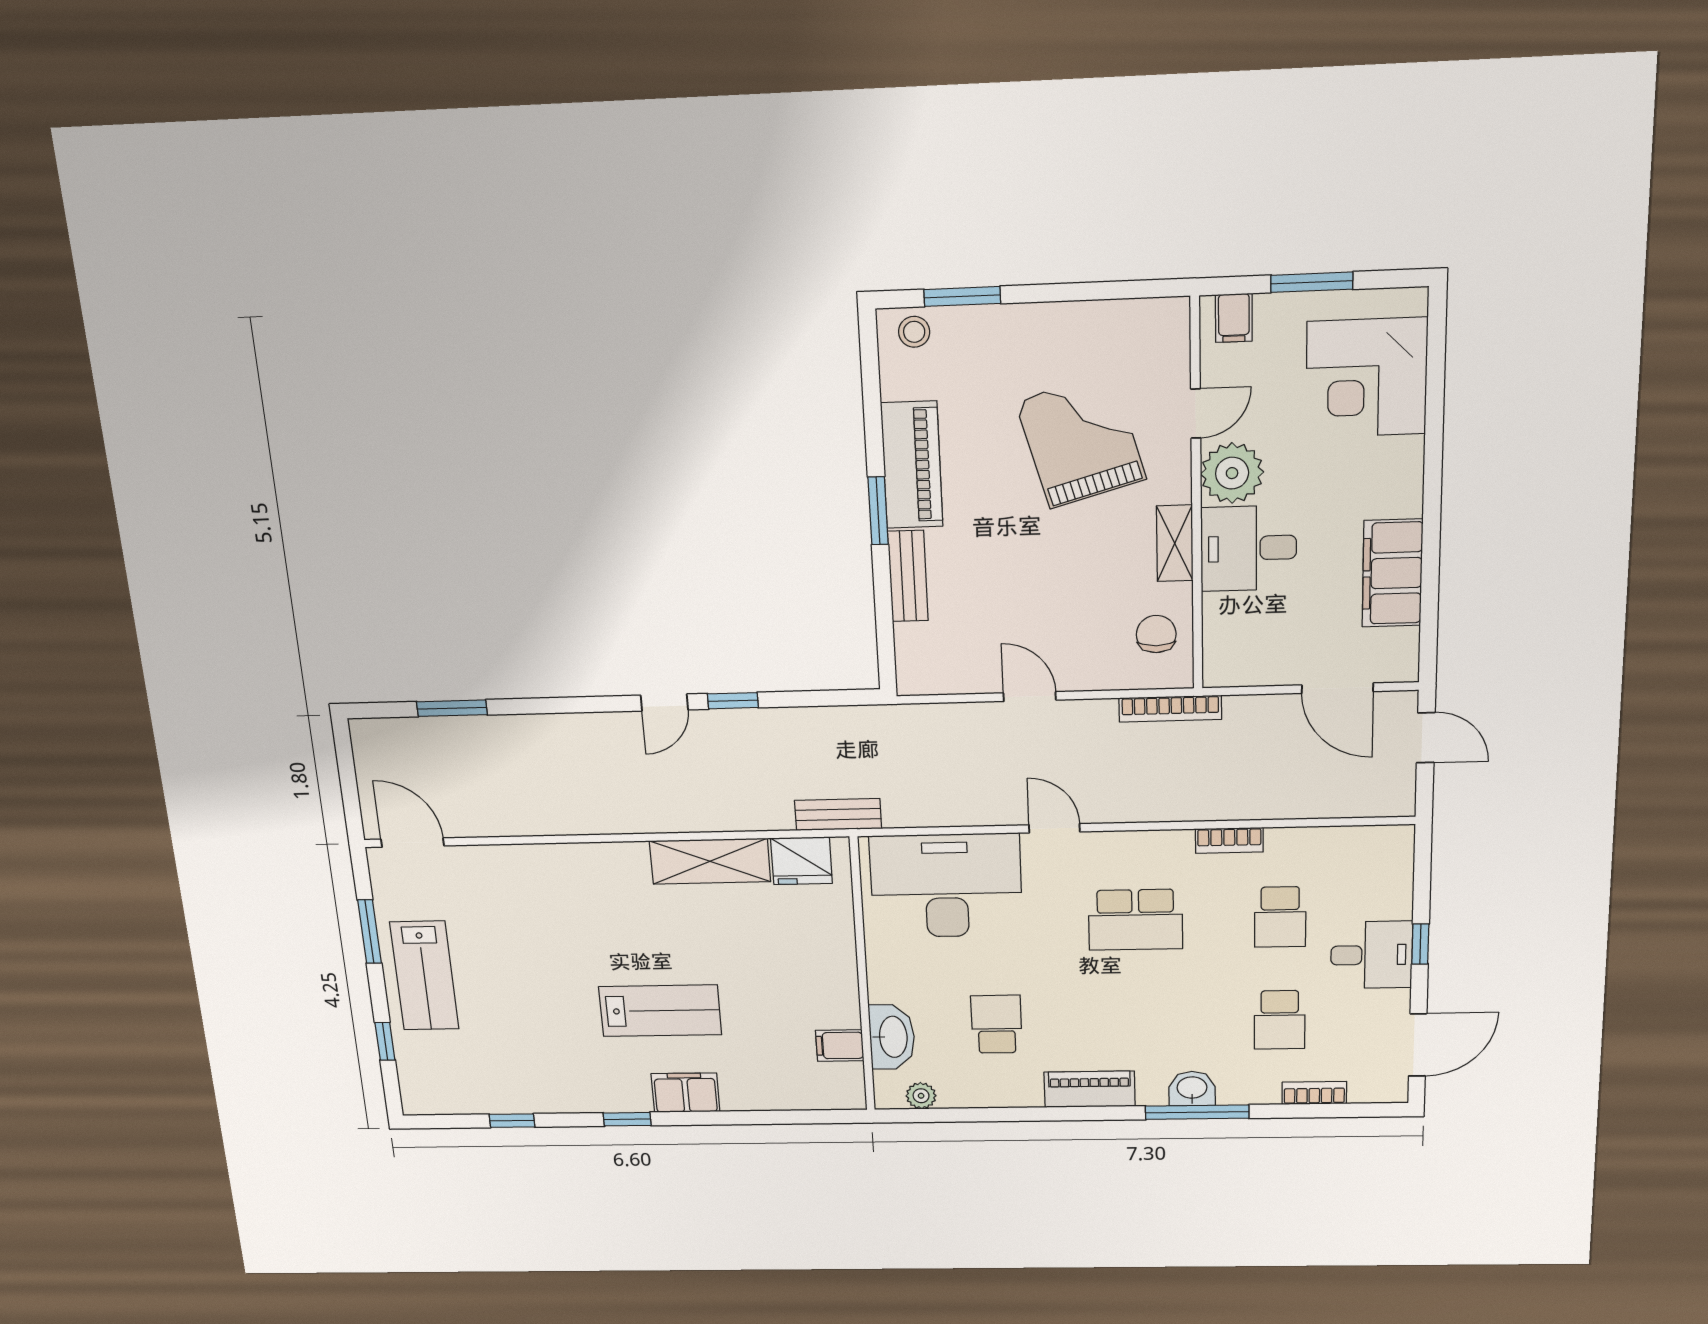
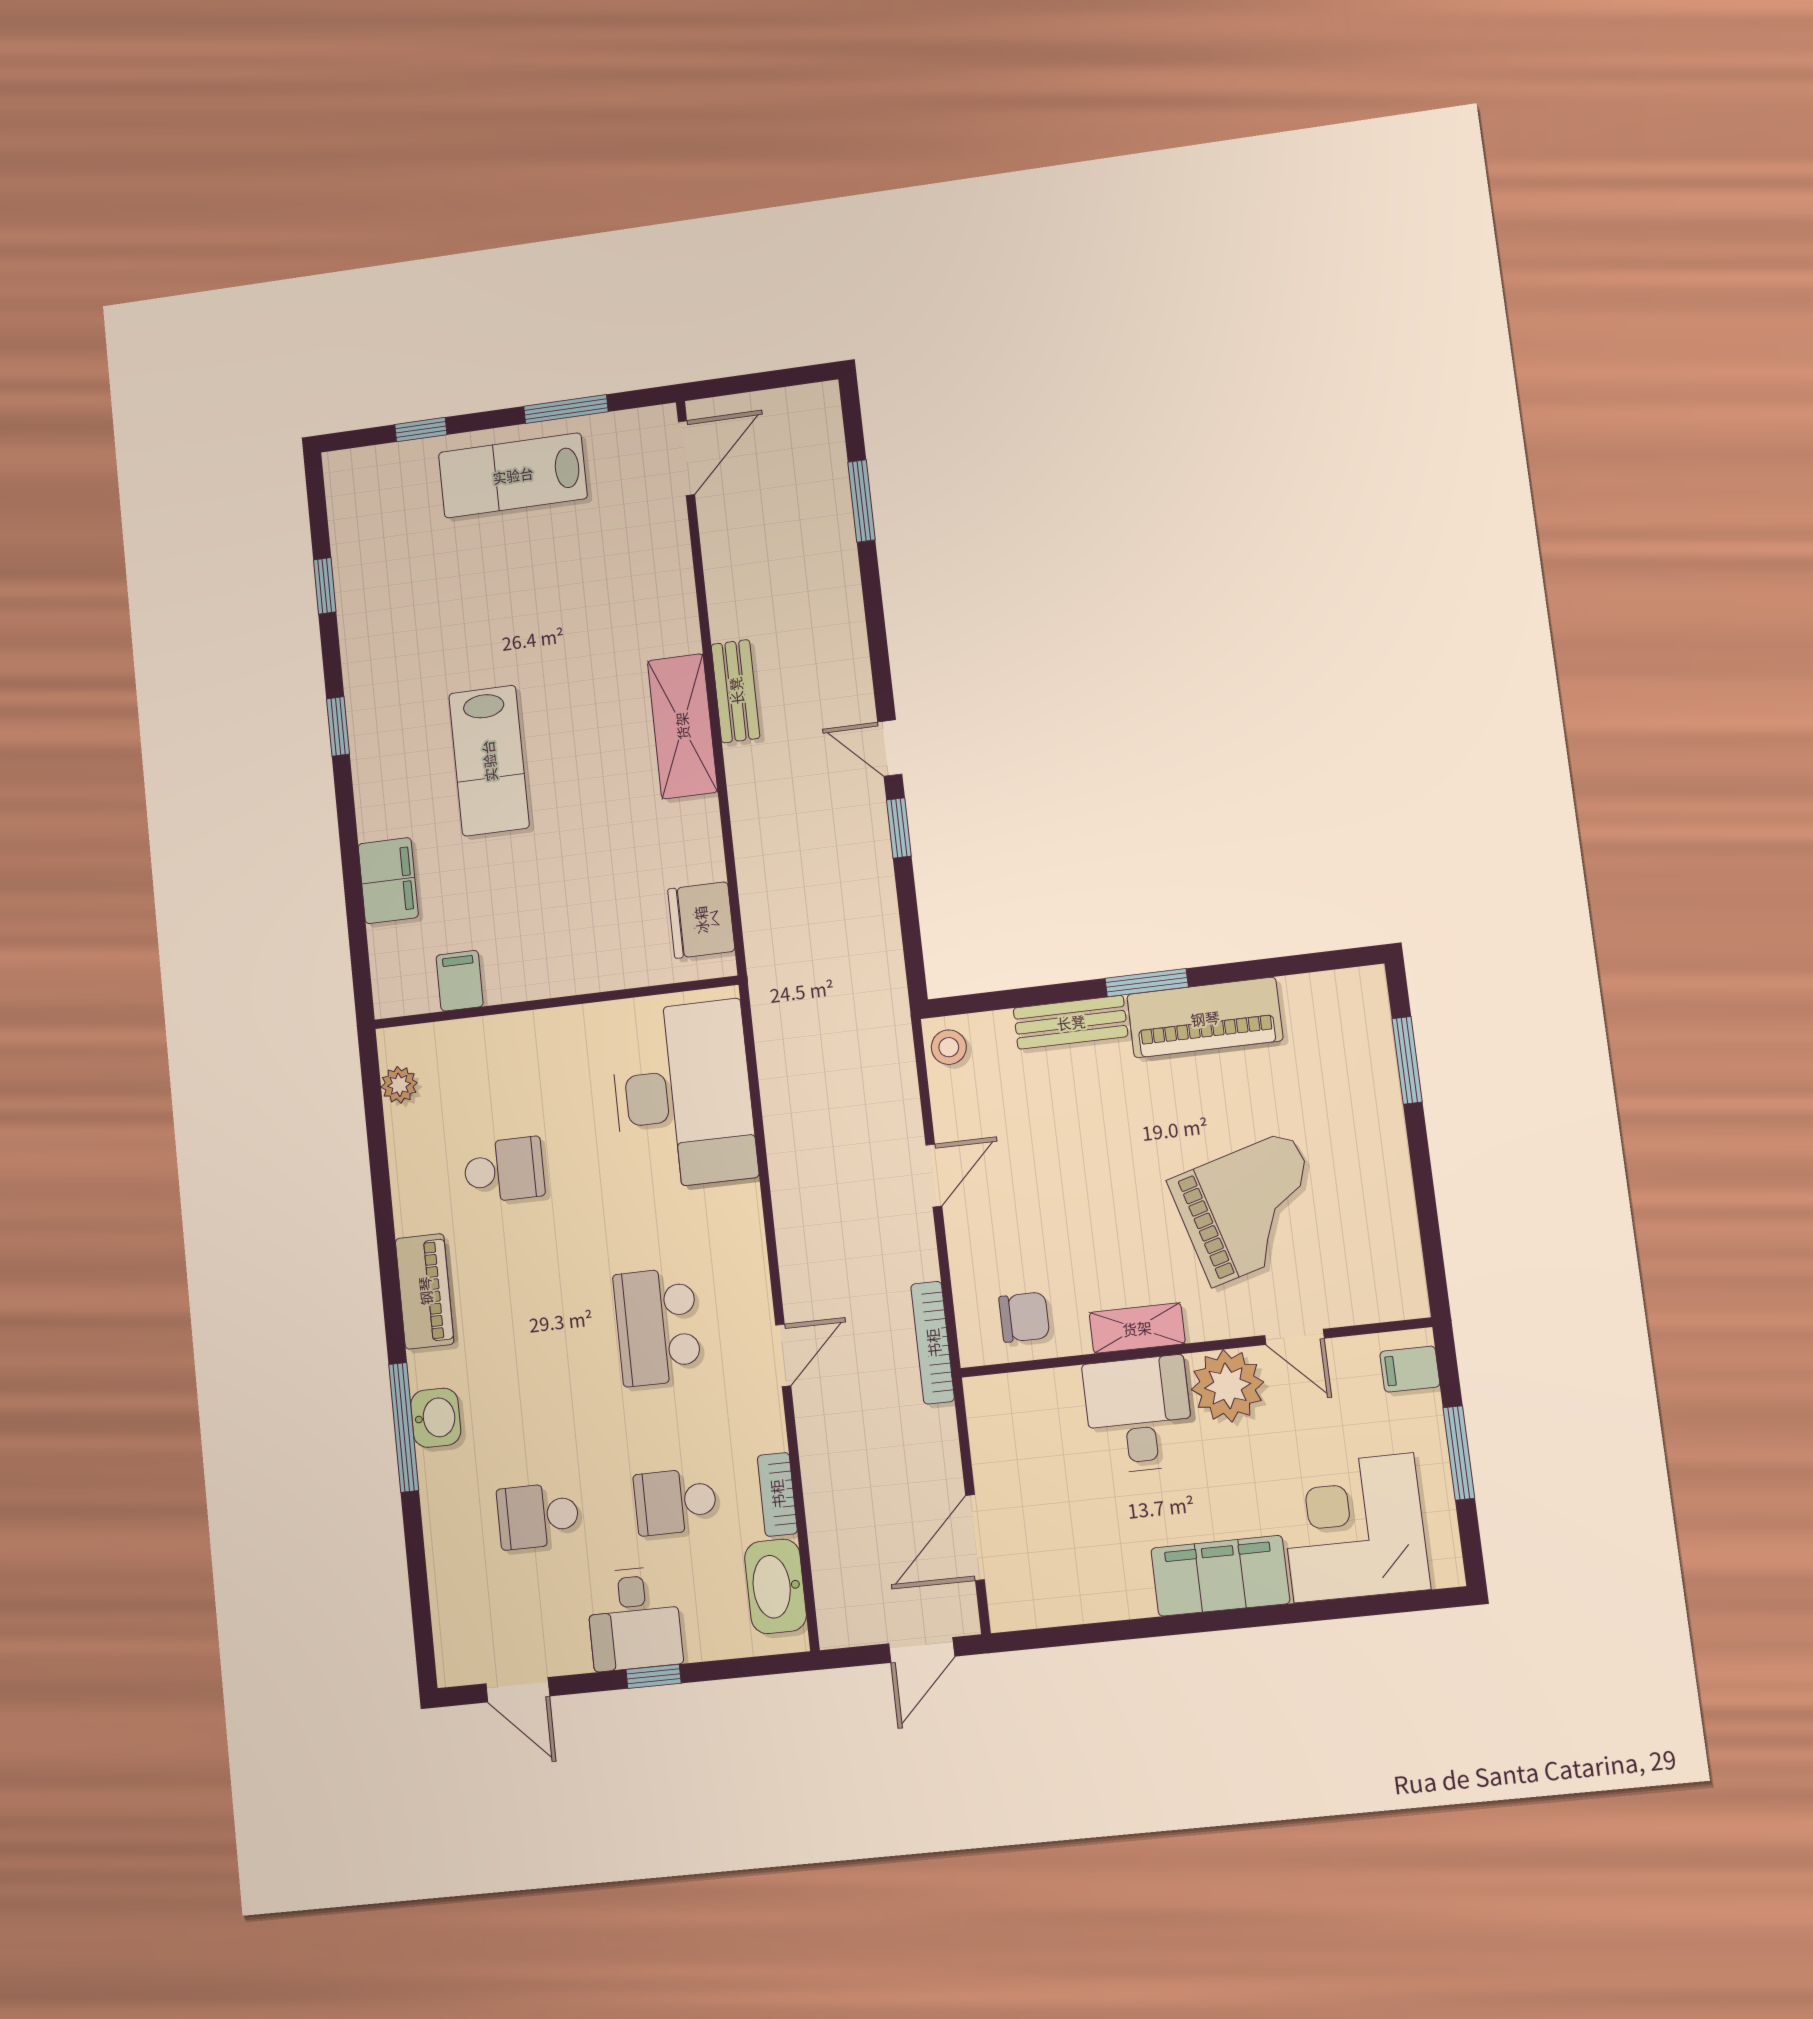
stool: (914, 332) -> (949, 1047), moved
filing cabinet: (1392, 573) -> (1220, 1576), moved
bench: (838, 814) -> (736, 691), moved
door: (1054, 828) -> (783, 1355), moved
bookcase: (1229, 840) -> (777, 1494), moved
shelving: (710, 861) -> (682, 726), moved
washbasin: (892, 1037) -> (776, 1586), moved, turned 90
door: (1418, 1045) -> (518, 1690), width x0.73
filing cabinet: (686, 1093) -> (388, 881), moved
bookcase: (1314, 1093) -> (442, 1570), removed

